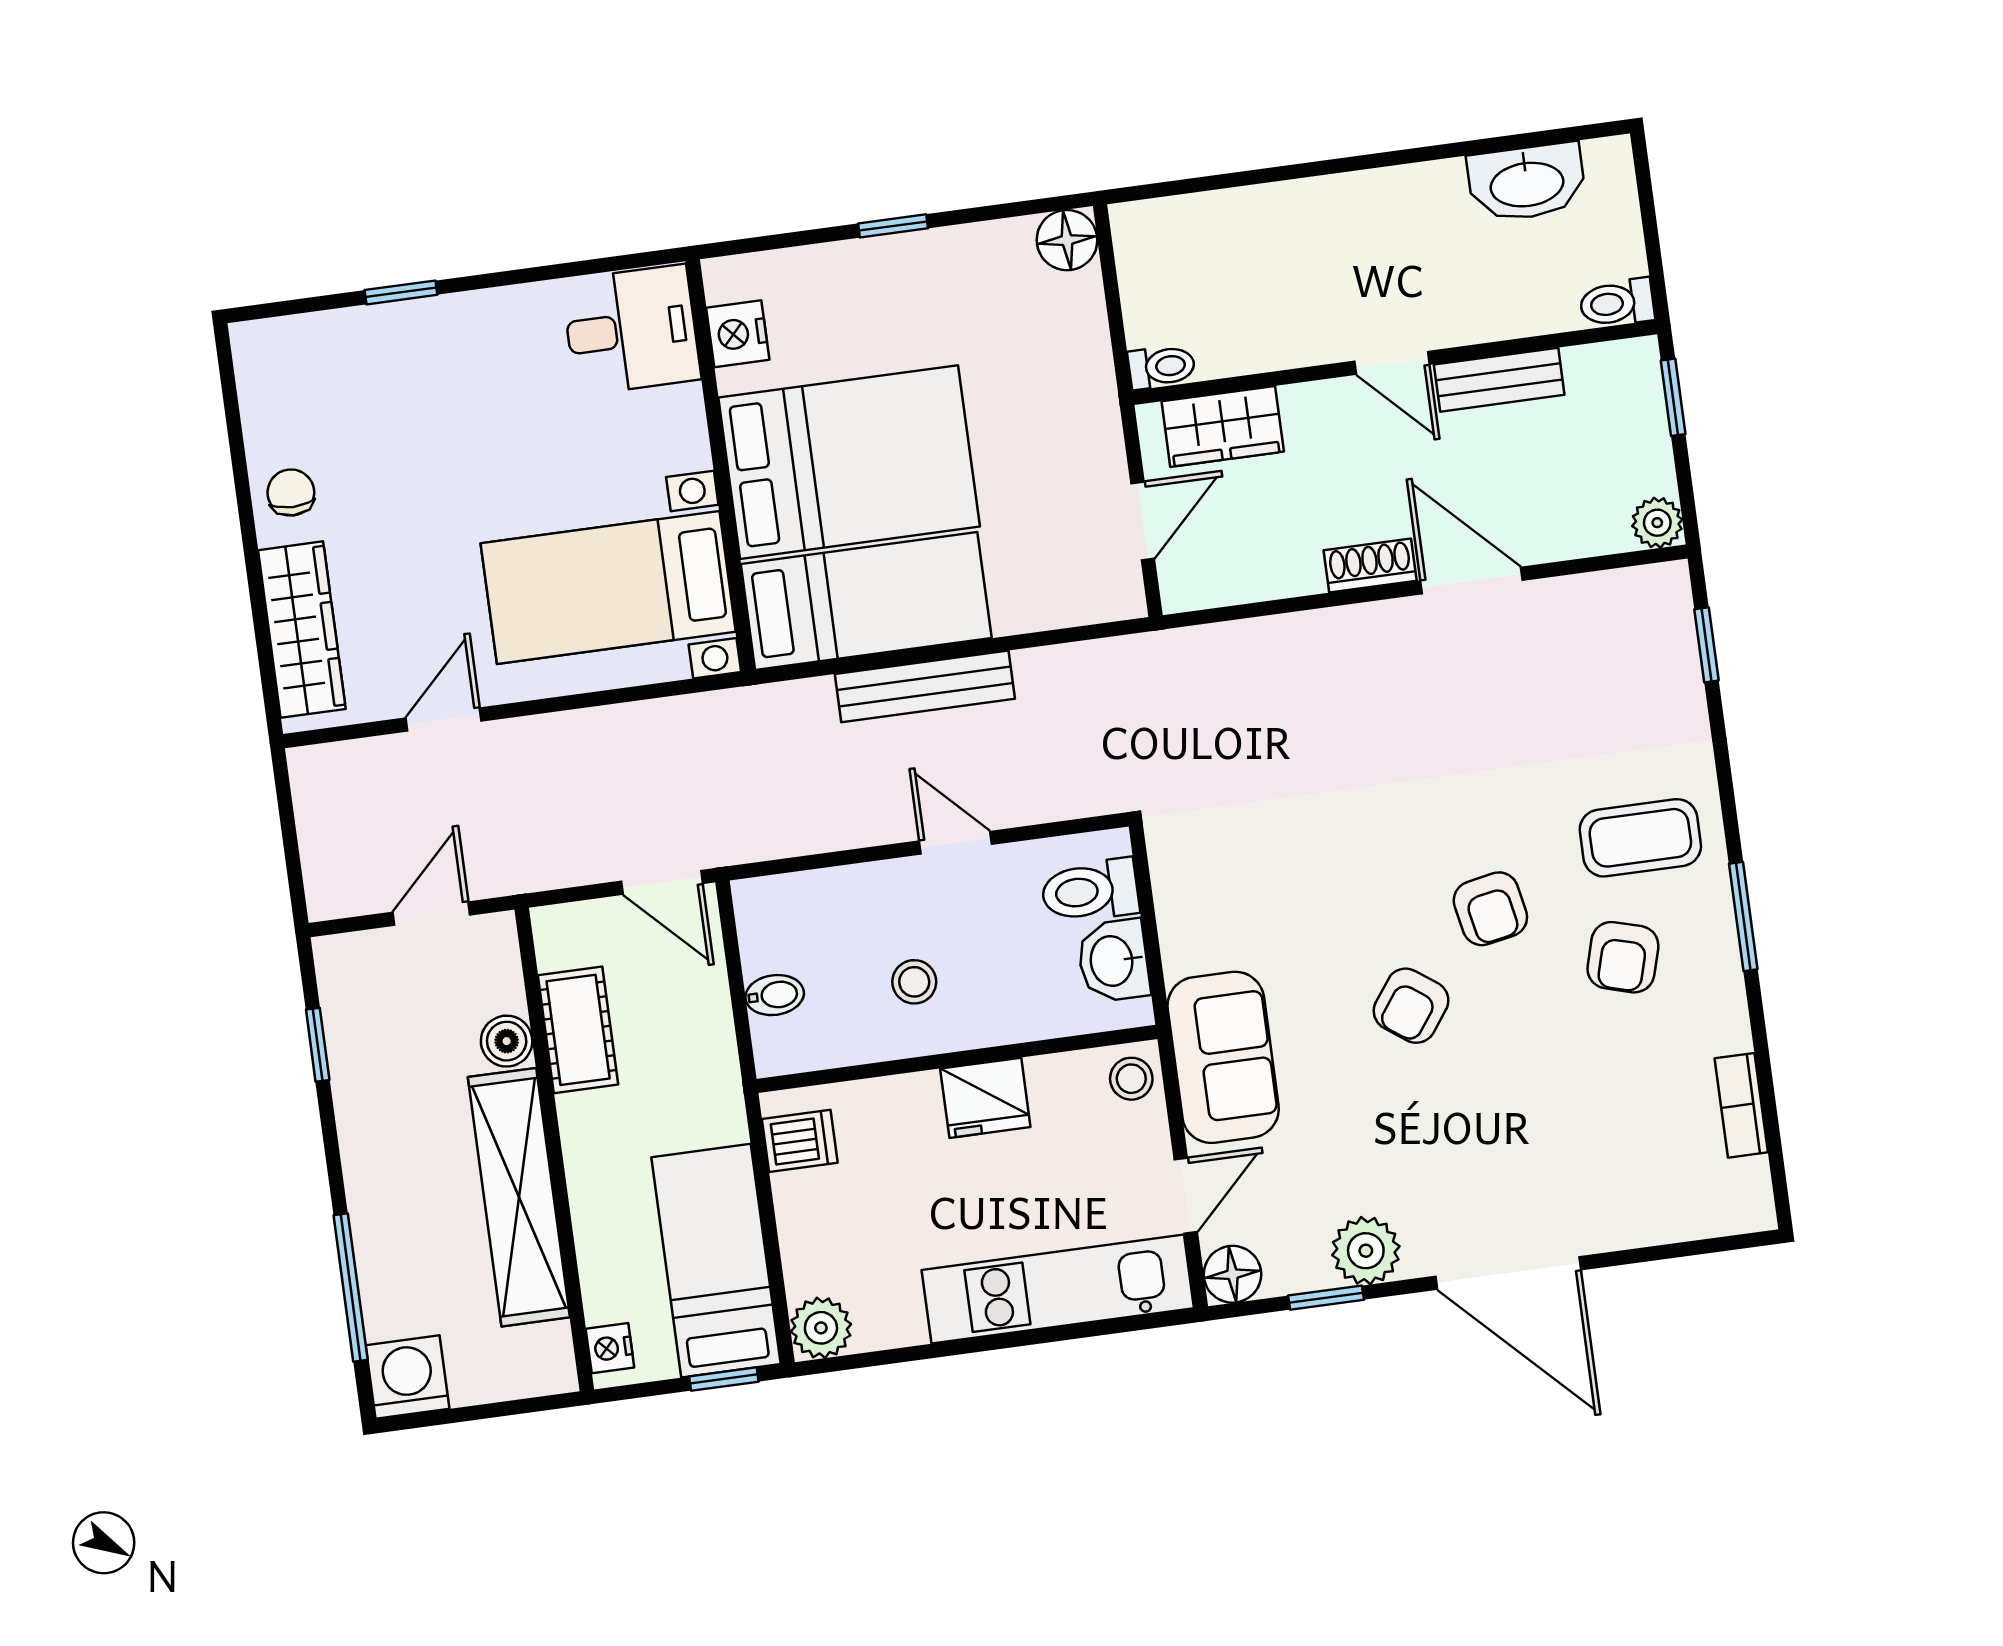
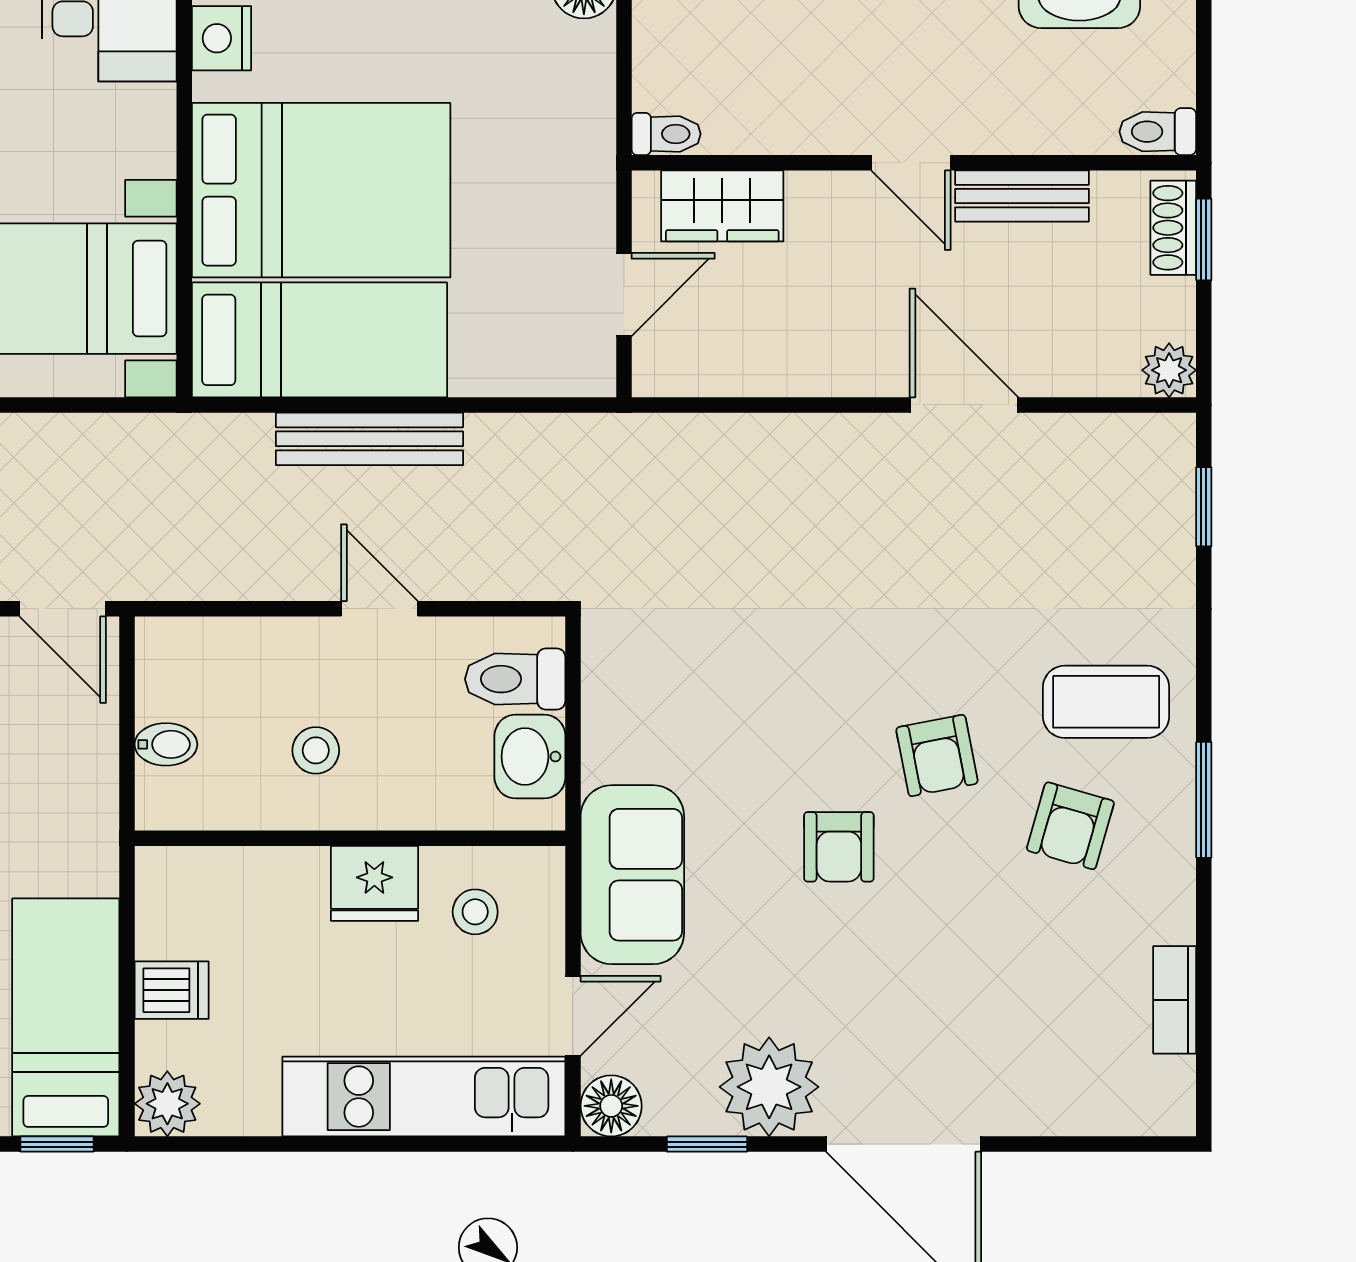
shoe rack: (1370, 565) -> (1173, 228), moved, turned -90
armchair: (1411, 1006) -> (839, 847), turned -36
stool: (1131, 1079) -> (475, 912), moved
dishwasher: (800, 1141) -> (172, 990), moved
plant: (1366, 1251) -> (769, 1087), width x1.36, depth x1.36

